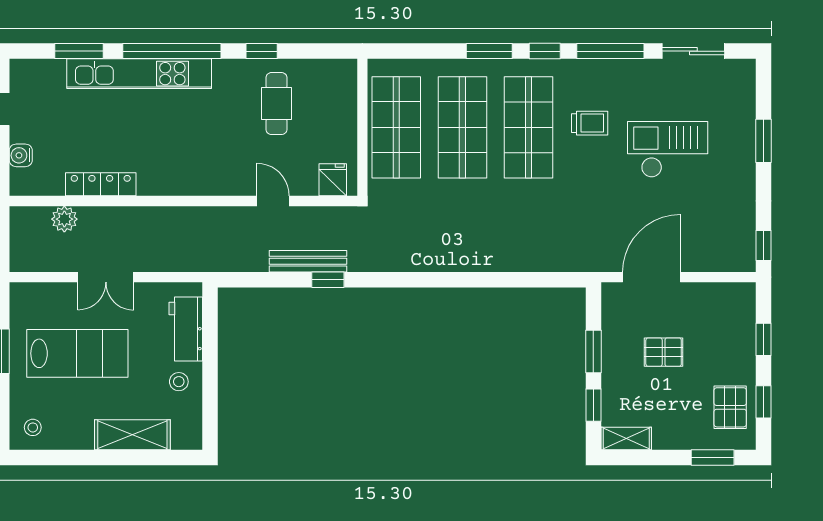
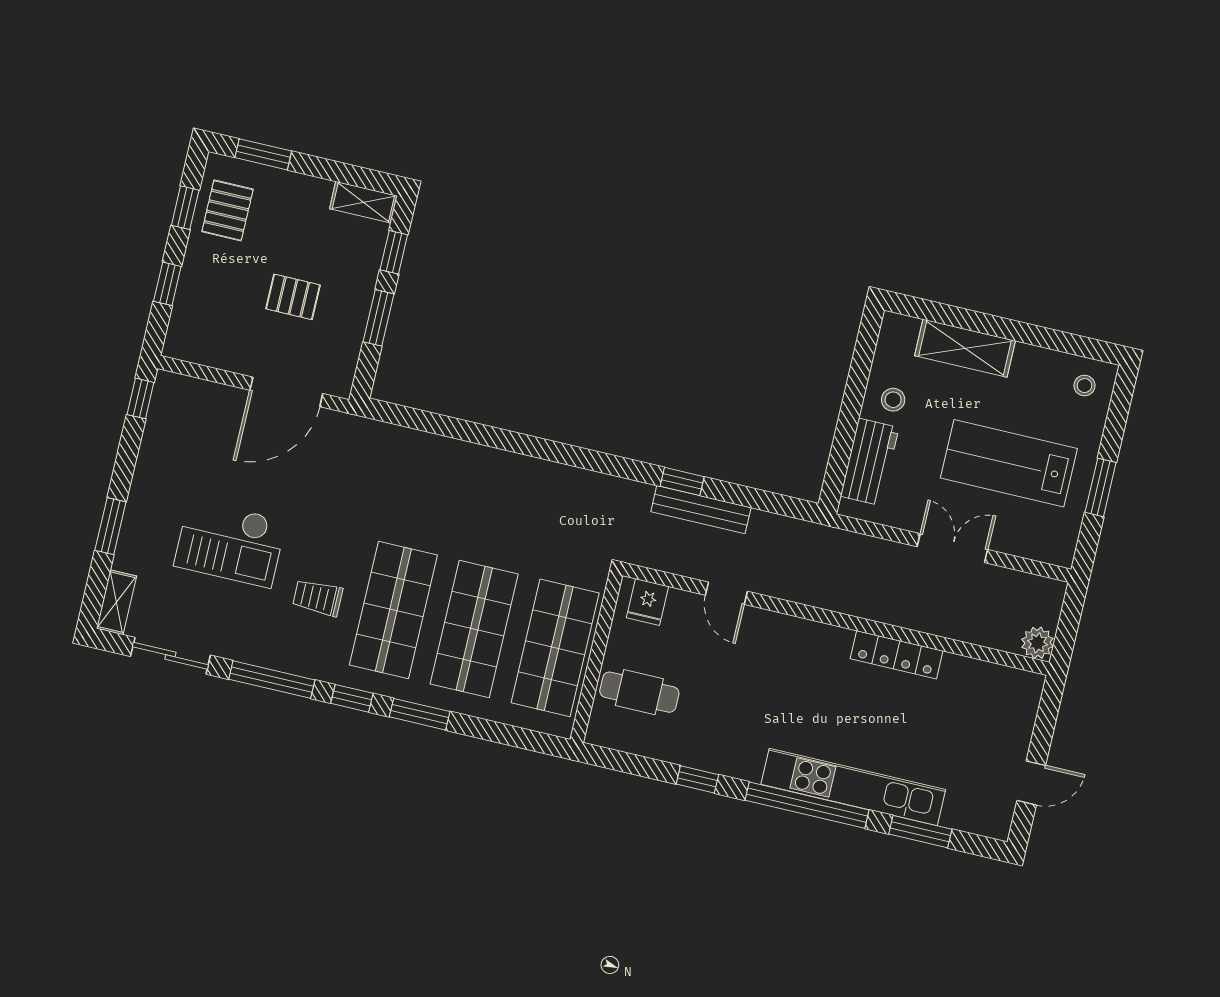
shelving: (745, 83) -> (116, 602), added
cafe table: (276, 104) -> (639, 692), moved, turned 90
water cooler: (21, 155) -> (1021, 721), removed
locker: (101, 184) -> (897, 655), moved
plant: (64, 219) -> (1037, 643), moved

